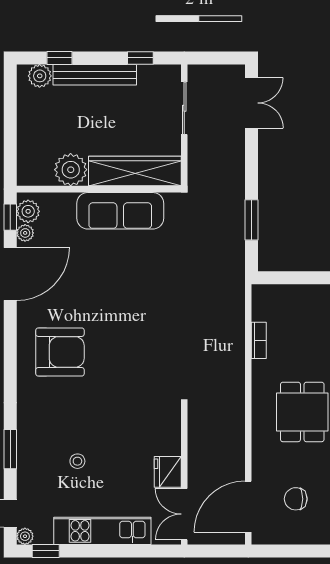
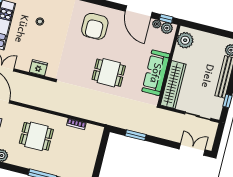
double door: (251, 103) -> (192, 149), swing flipped
plant: (71, 170) -> (185, 40), moved
dining table: (143, 302) -> (109, 73), added
fridge: (168, 472) -> (38, 68), moved

